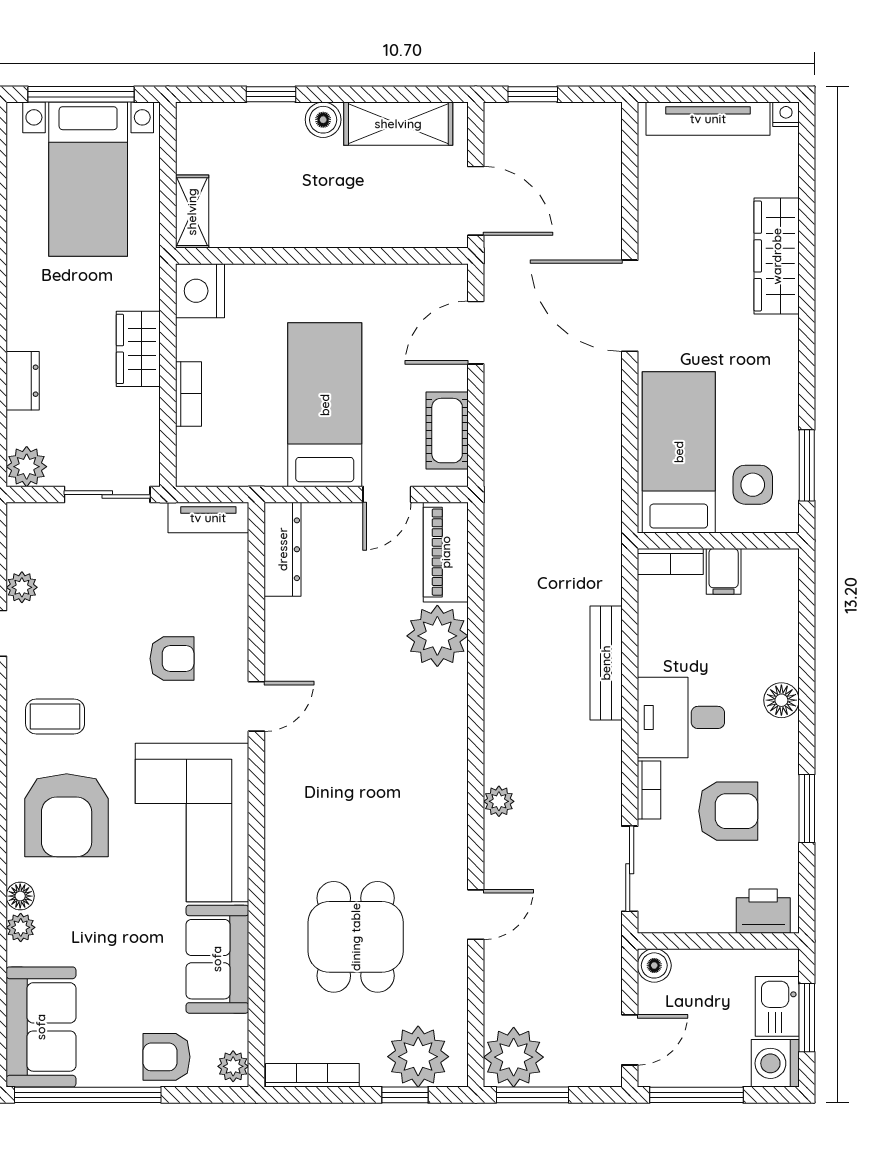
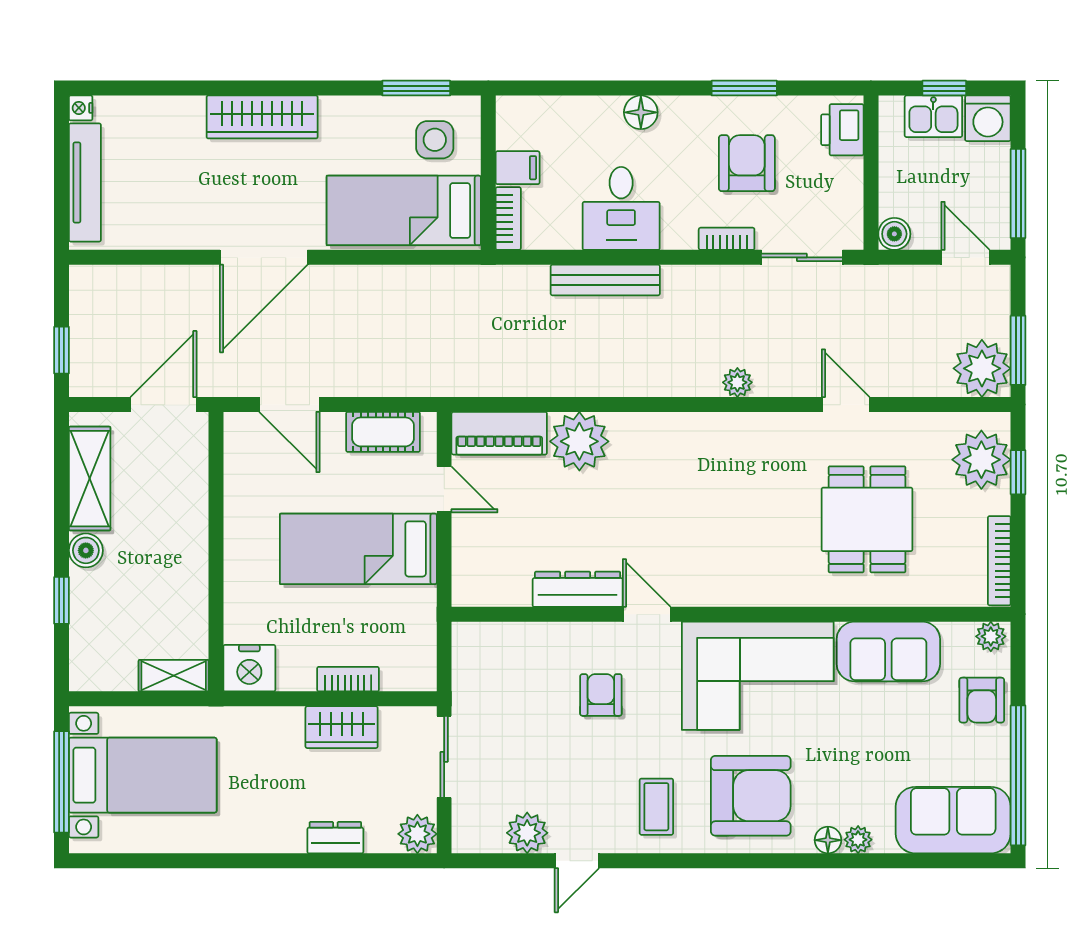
wardrobe: (777, 256) -> (262, 117), moved
wardrobe: (138, 349) -> (342, 727), moved
tv unit: (208, 518) -> (466, 660), removed
dresser: (283, 549) -> (578, 589), moved
plant: (22, 587) -> (527, 833), width x1.38, depth x1.38
desk: (681, 717) -> (621, 208), moved
dining table: (356, 937) -> (867, 519), turned 90
window: (807, 1018) -> (944, 88), width x0.67

